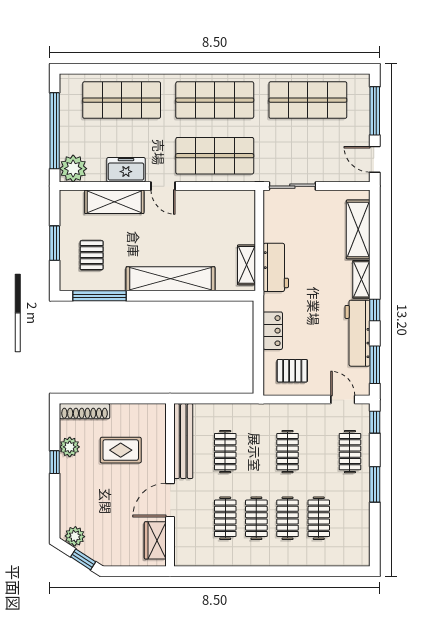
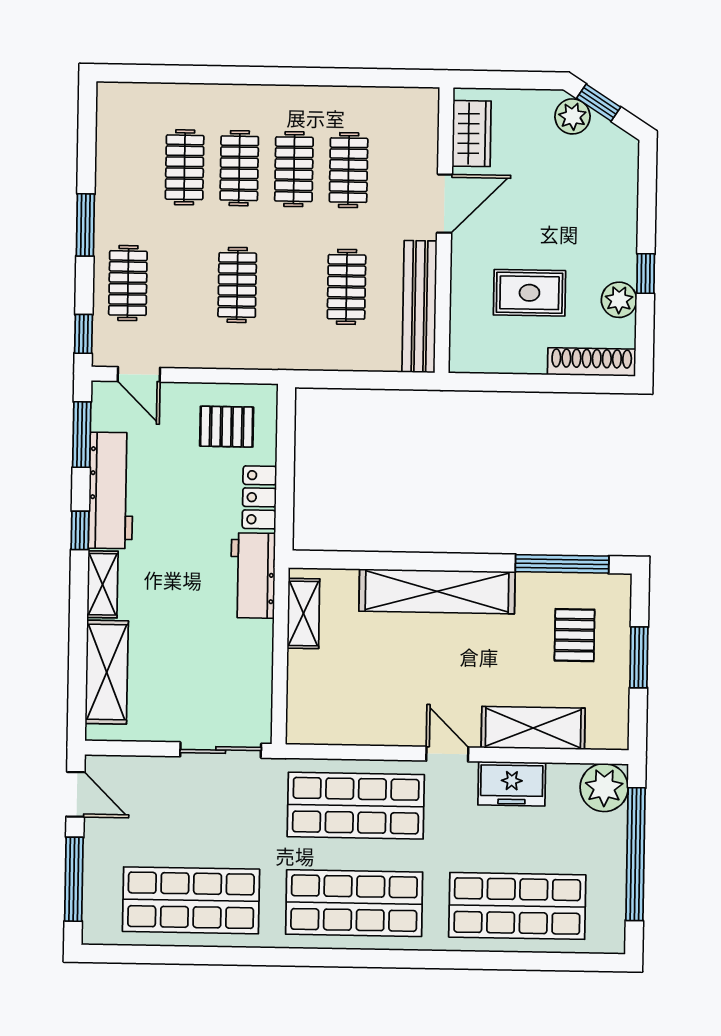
workbench: (276, 267) -> (253, 575), moved
plant: (75, 536) -> (573, 116), moved

